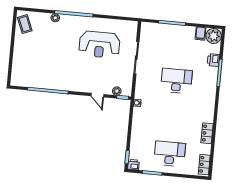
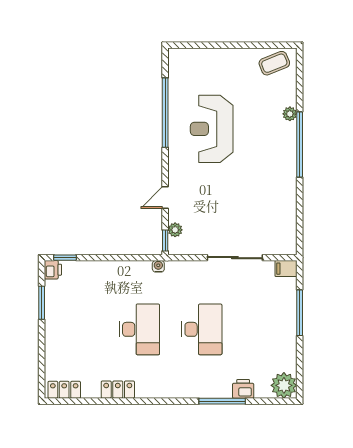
filing cabinet: (201, 34) -> (286, 269), moved
reception desk: (99, 45) -> (212, 129), moved
desk: (170, 154) -> (139, 329), moved

